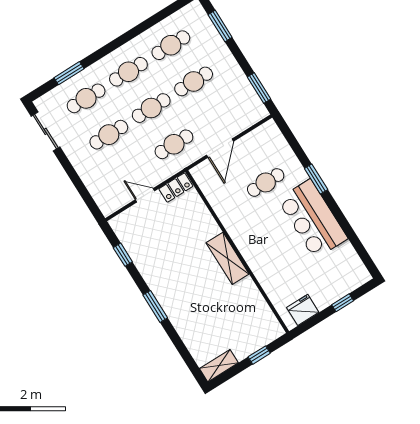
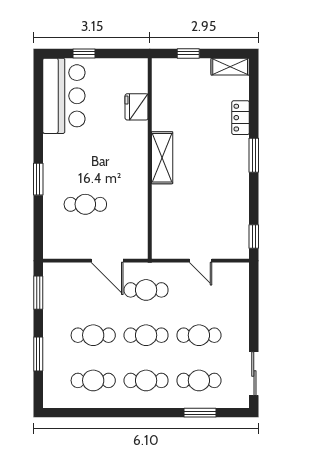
window: (220, 26) -> (38, 354), moved
door: (220, 148) -> (107, 261), swing flipped
locker: (176, 188) -> (241, 118), moved, turned -90
bar counter: (313, 219) -> (64, 96), moved
window: (123, 255) -> (254, 237), moved
fridge: (303, 310) -> (137, 107), moved, turned 90

